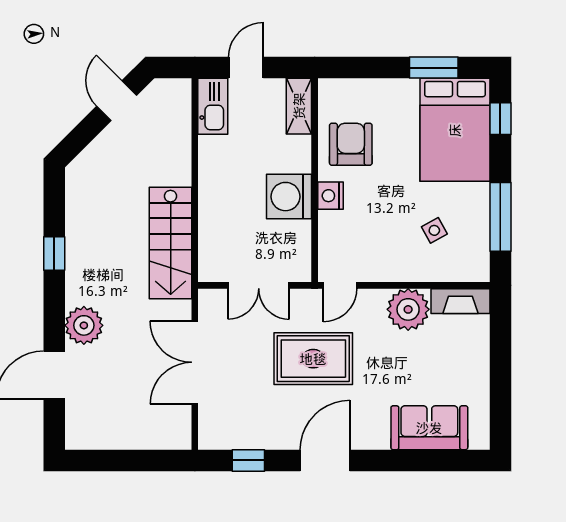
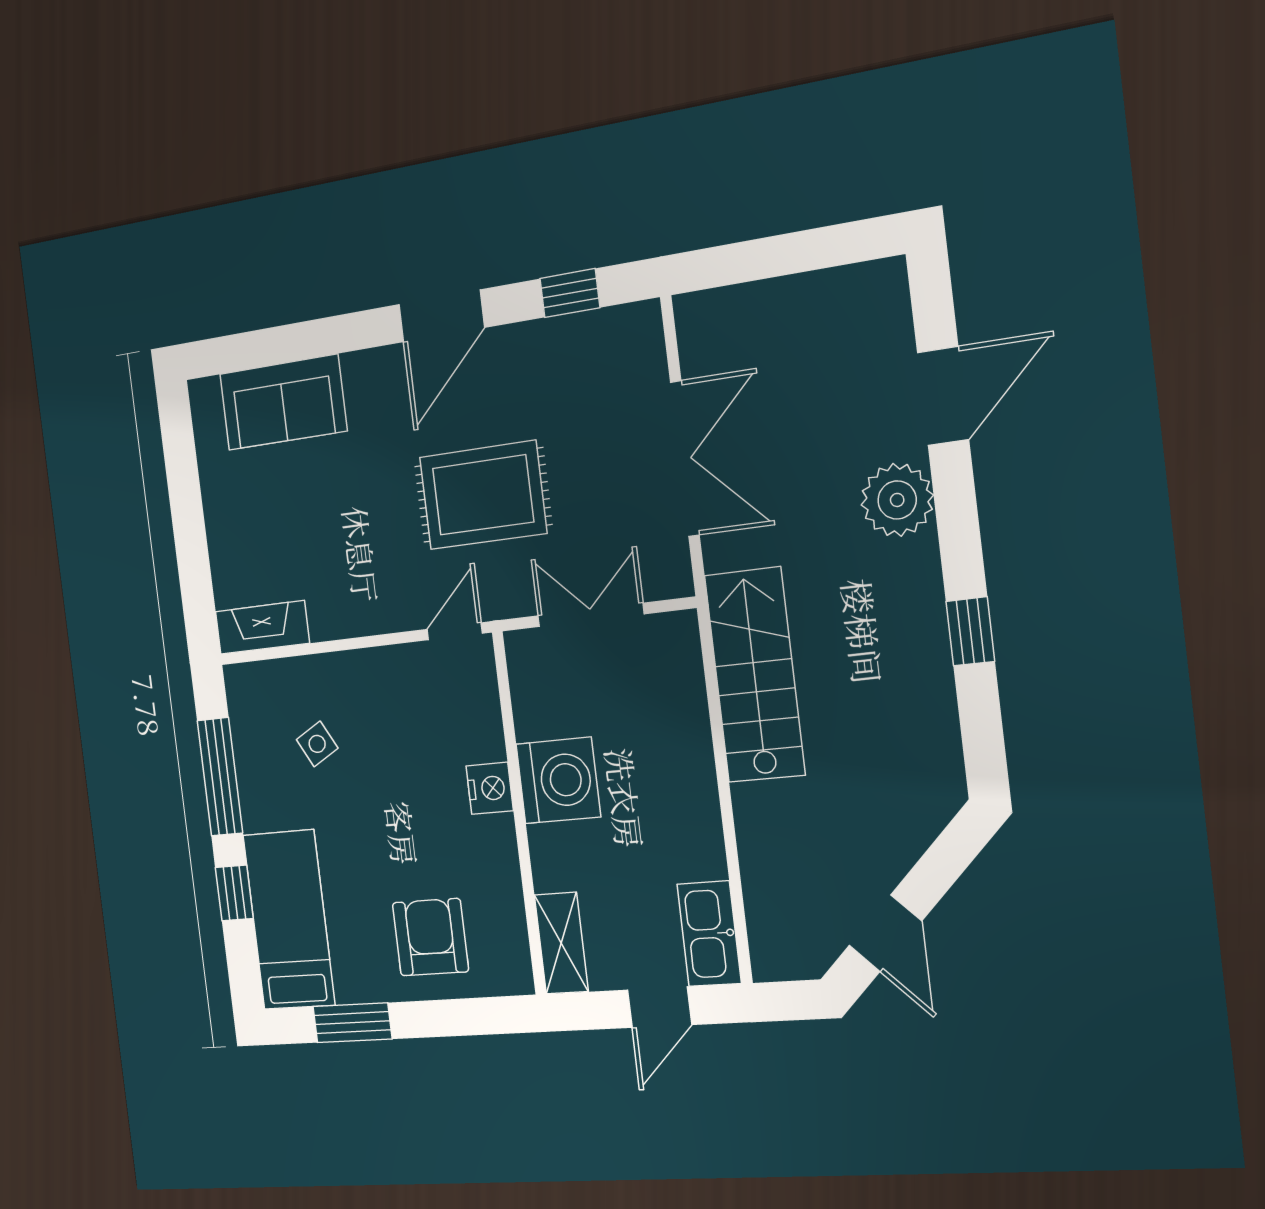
window: (500, 119) -> (234, 893), moved
bed: (455, 130) -> (289, 920), width x0.67
armchair: (351, 144) -> (430, 937), moved, turned 180
plant: (408, 309) -> (341, 603), removed

